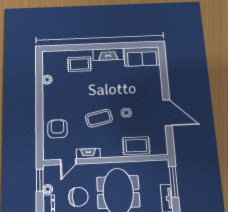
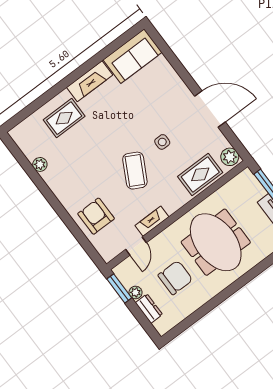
coffee table: (99, 118) -> (135, 171), turned -49
plant: (161, 147) -> (230, 157), added

